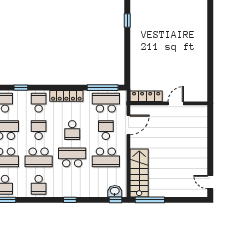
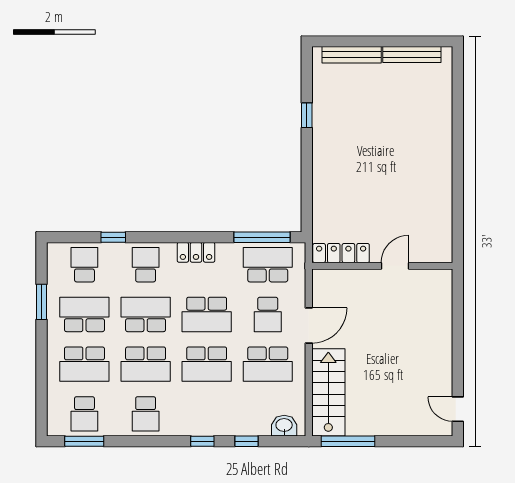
locker: (66, 96) -> (196, 252), width x0.66
door: (128, 125) -> (309, 325), moved
school desk: (39, 130) -> (146, 314), width x1.85
school desk: (72, 130) -> (207, 314), width x1.85
school desk: (106, 130) -> (268, 314), turned 180
school desk: (72, 157) -> (207, 364), turned 180
window: (116, 200) -> (246, 441), moved

